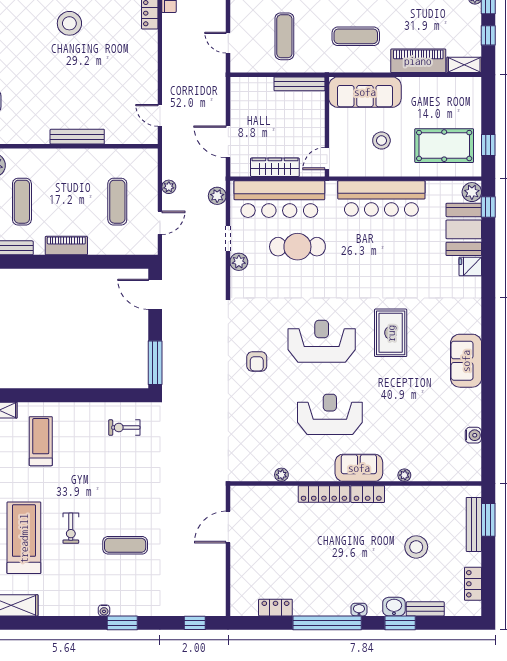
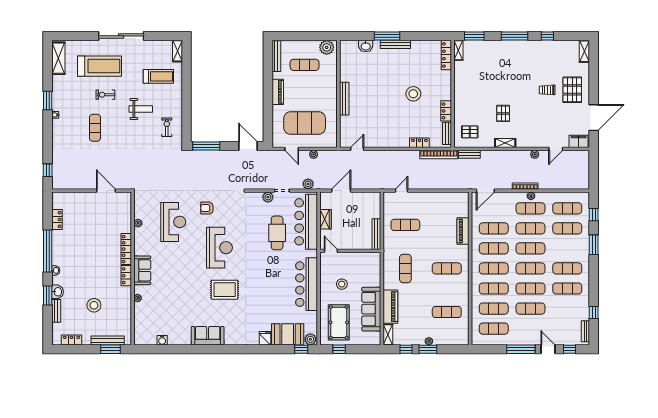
sofa: (365, 92) -> (371, 309), moved
wardrobe: (275, 167) -> (326, 219), width x0.67
exercise mat: (117, 202) -> (305, 123), width x2.00, depth x1.45
door: (155, 294) -> (248, 146), hinge flipped
reception desk: (330, 414) -> (173, 222), moved
weight bench: (94, 470) -> (141, 109), added
window: (122, 623) -> (48, 100), moved

